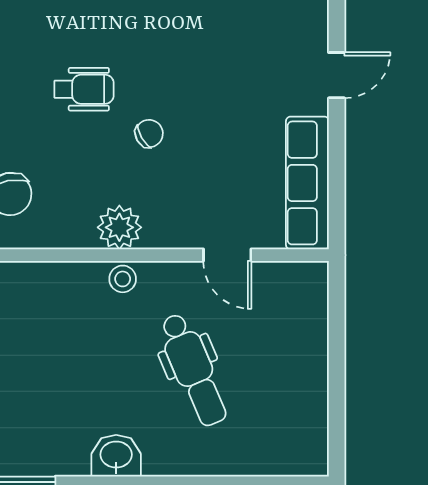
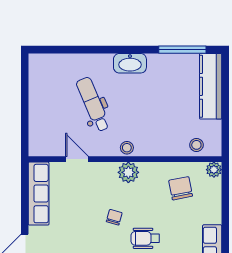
chair: (149, 134) -> (114, 217), turned 136
washbasin: (116, 456) -> (130, 63), width x1.38

